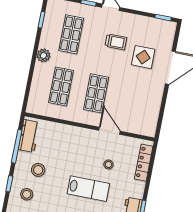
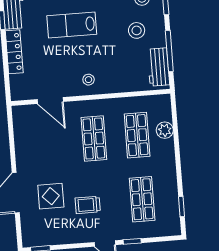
plant: (43, 55) -> (165, 130), moved
door: (109, 131) -> (50, 101), moved
locker: (144, 163) -> (14, 52), moved
stool: (108, 164) -> (89, 80), moved

